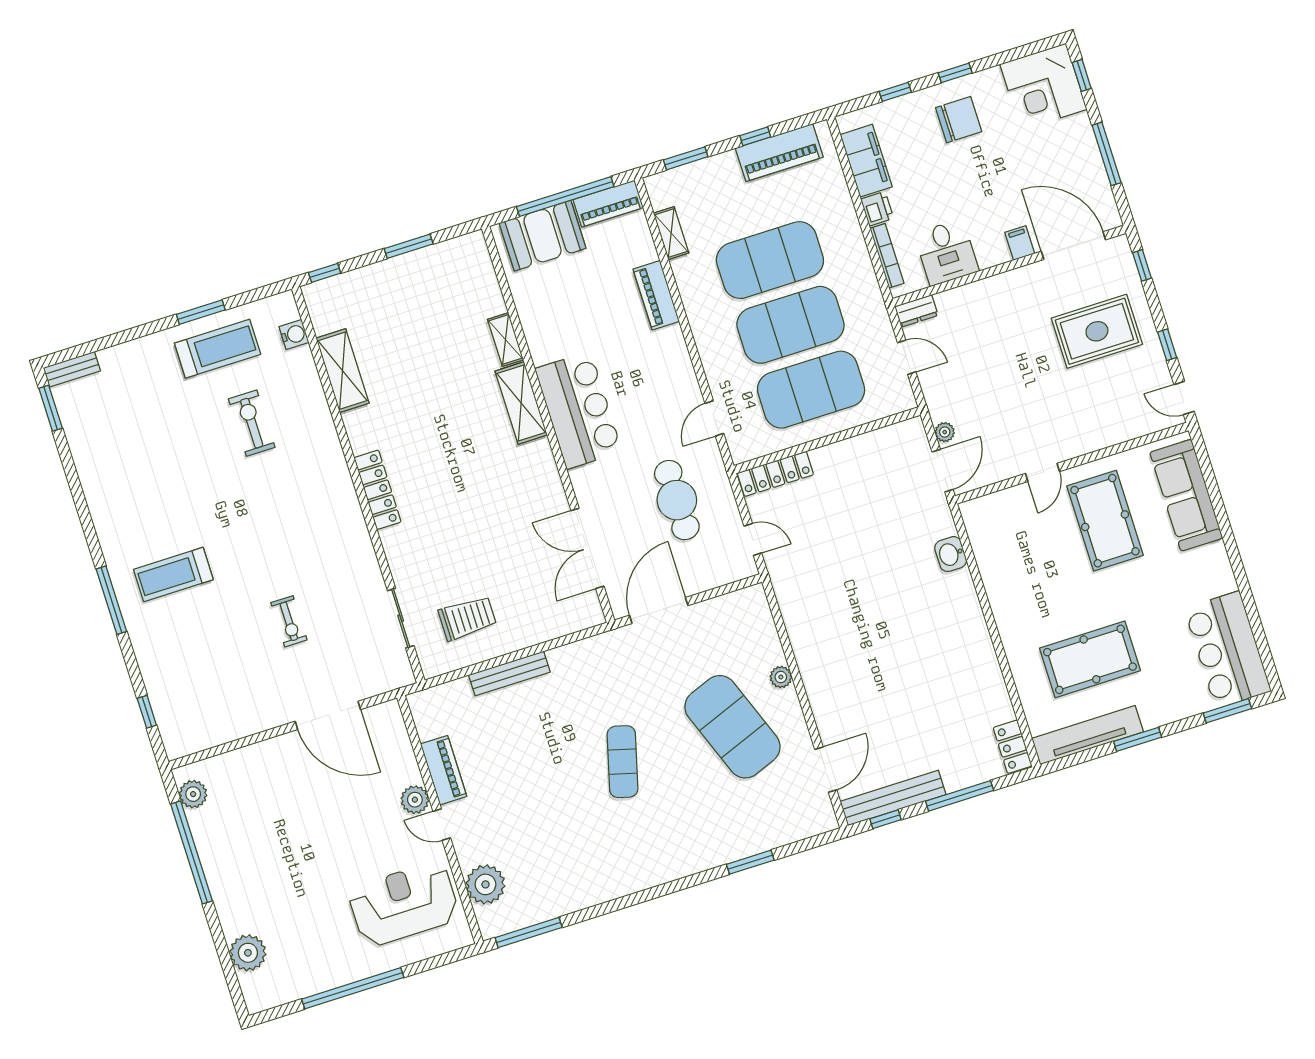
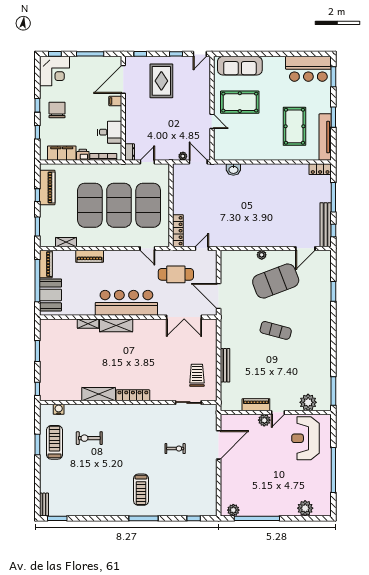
shelving: (343, 371) -> (99, 394), moved
bar counter: (579, 410) -> (126, 303), width x1.36
door: (826, 770) -> (305, 248), swing flipped

